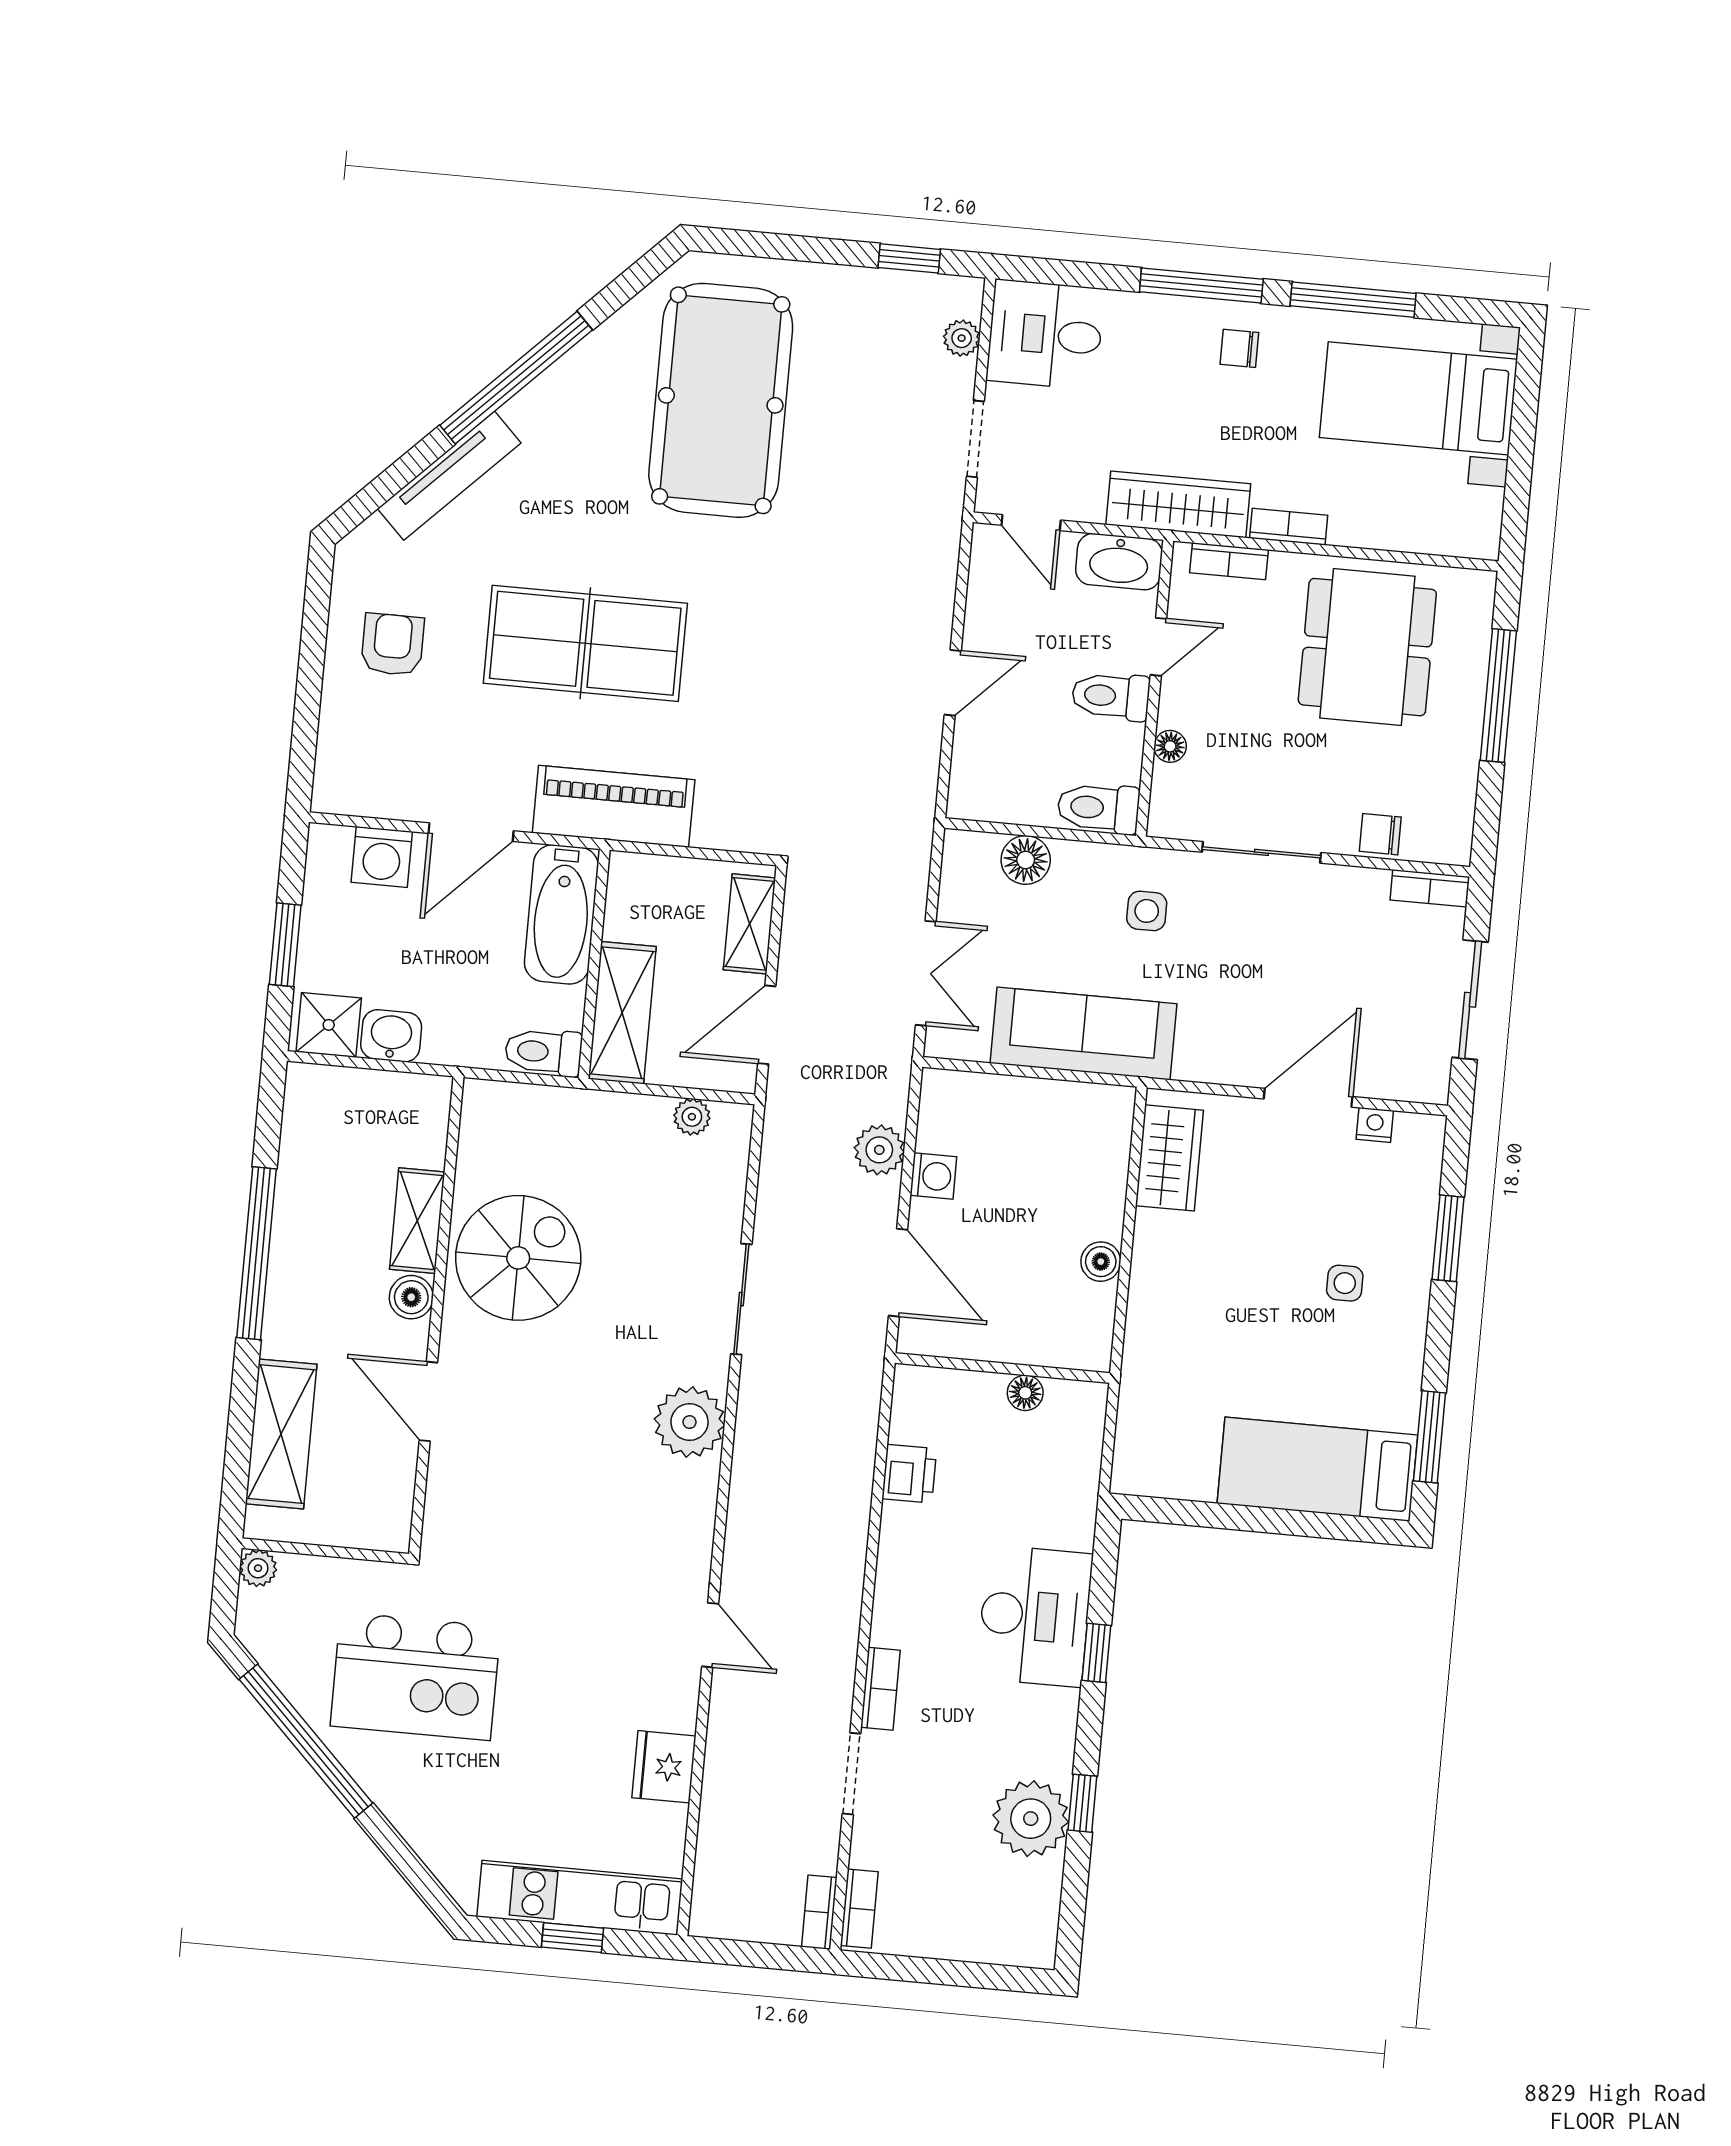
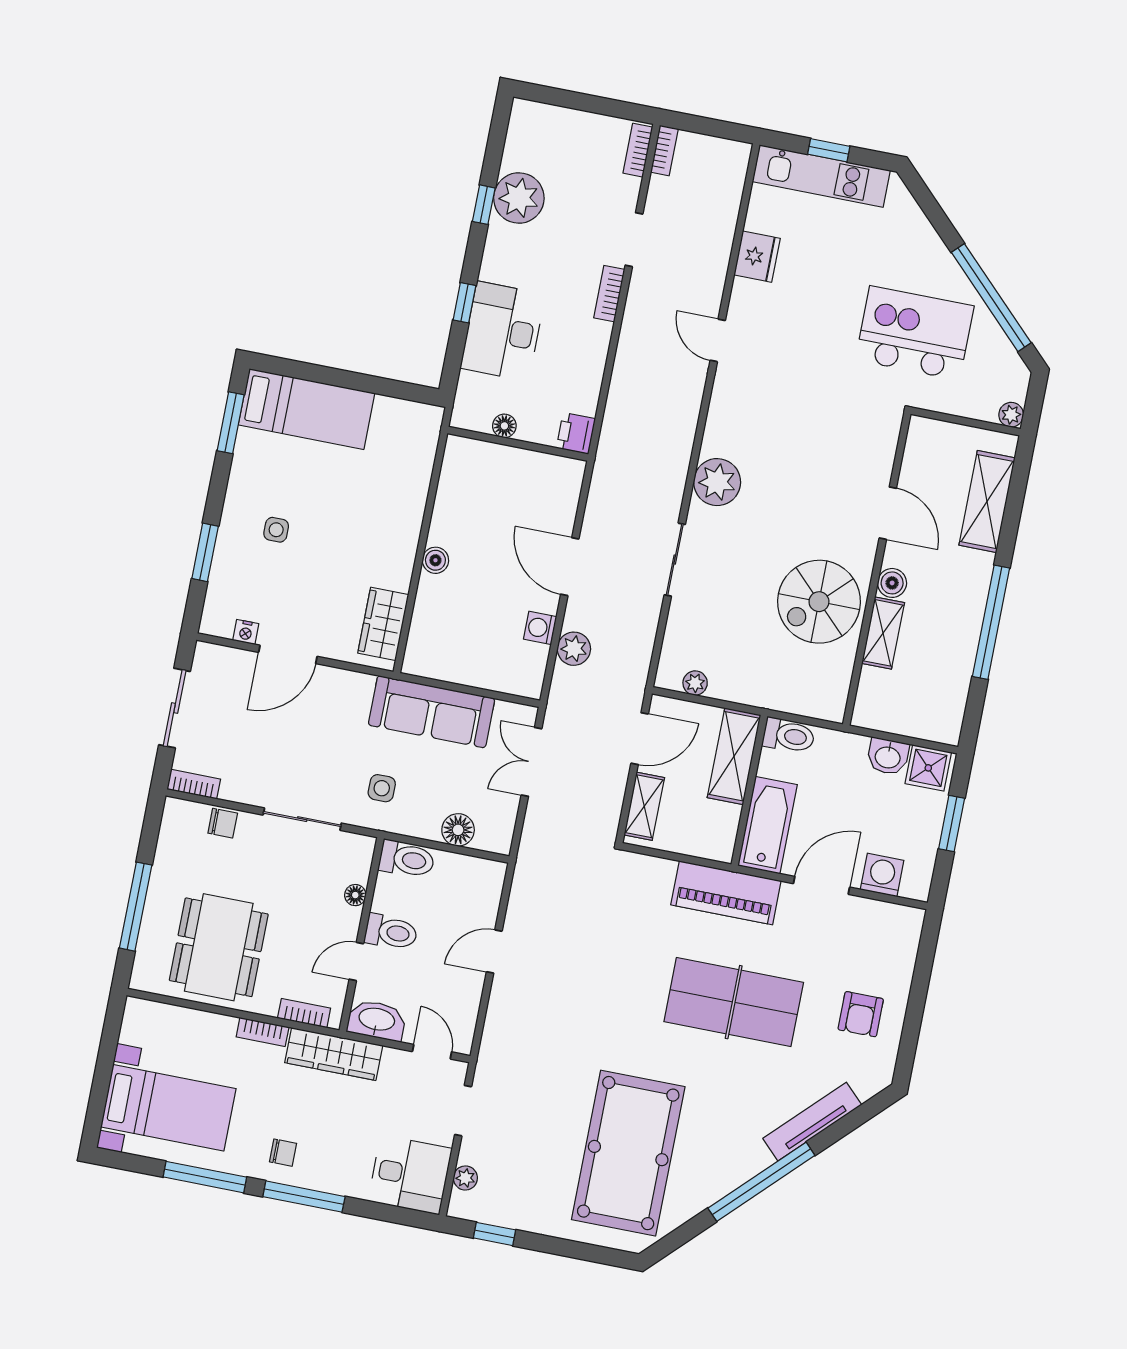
wall: (1002, 1368) -> (518, 444), moved
floor lamp: (1025, 1393) -> (504, 426), moved

